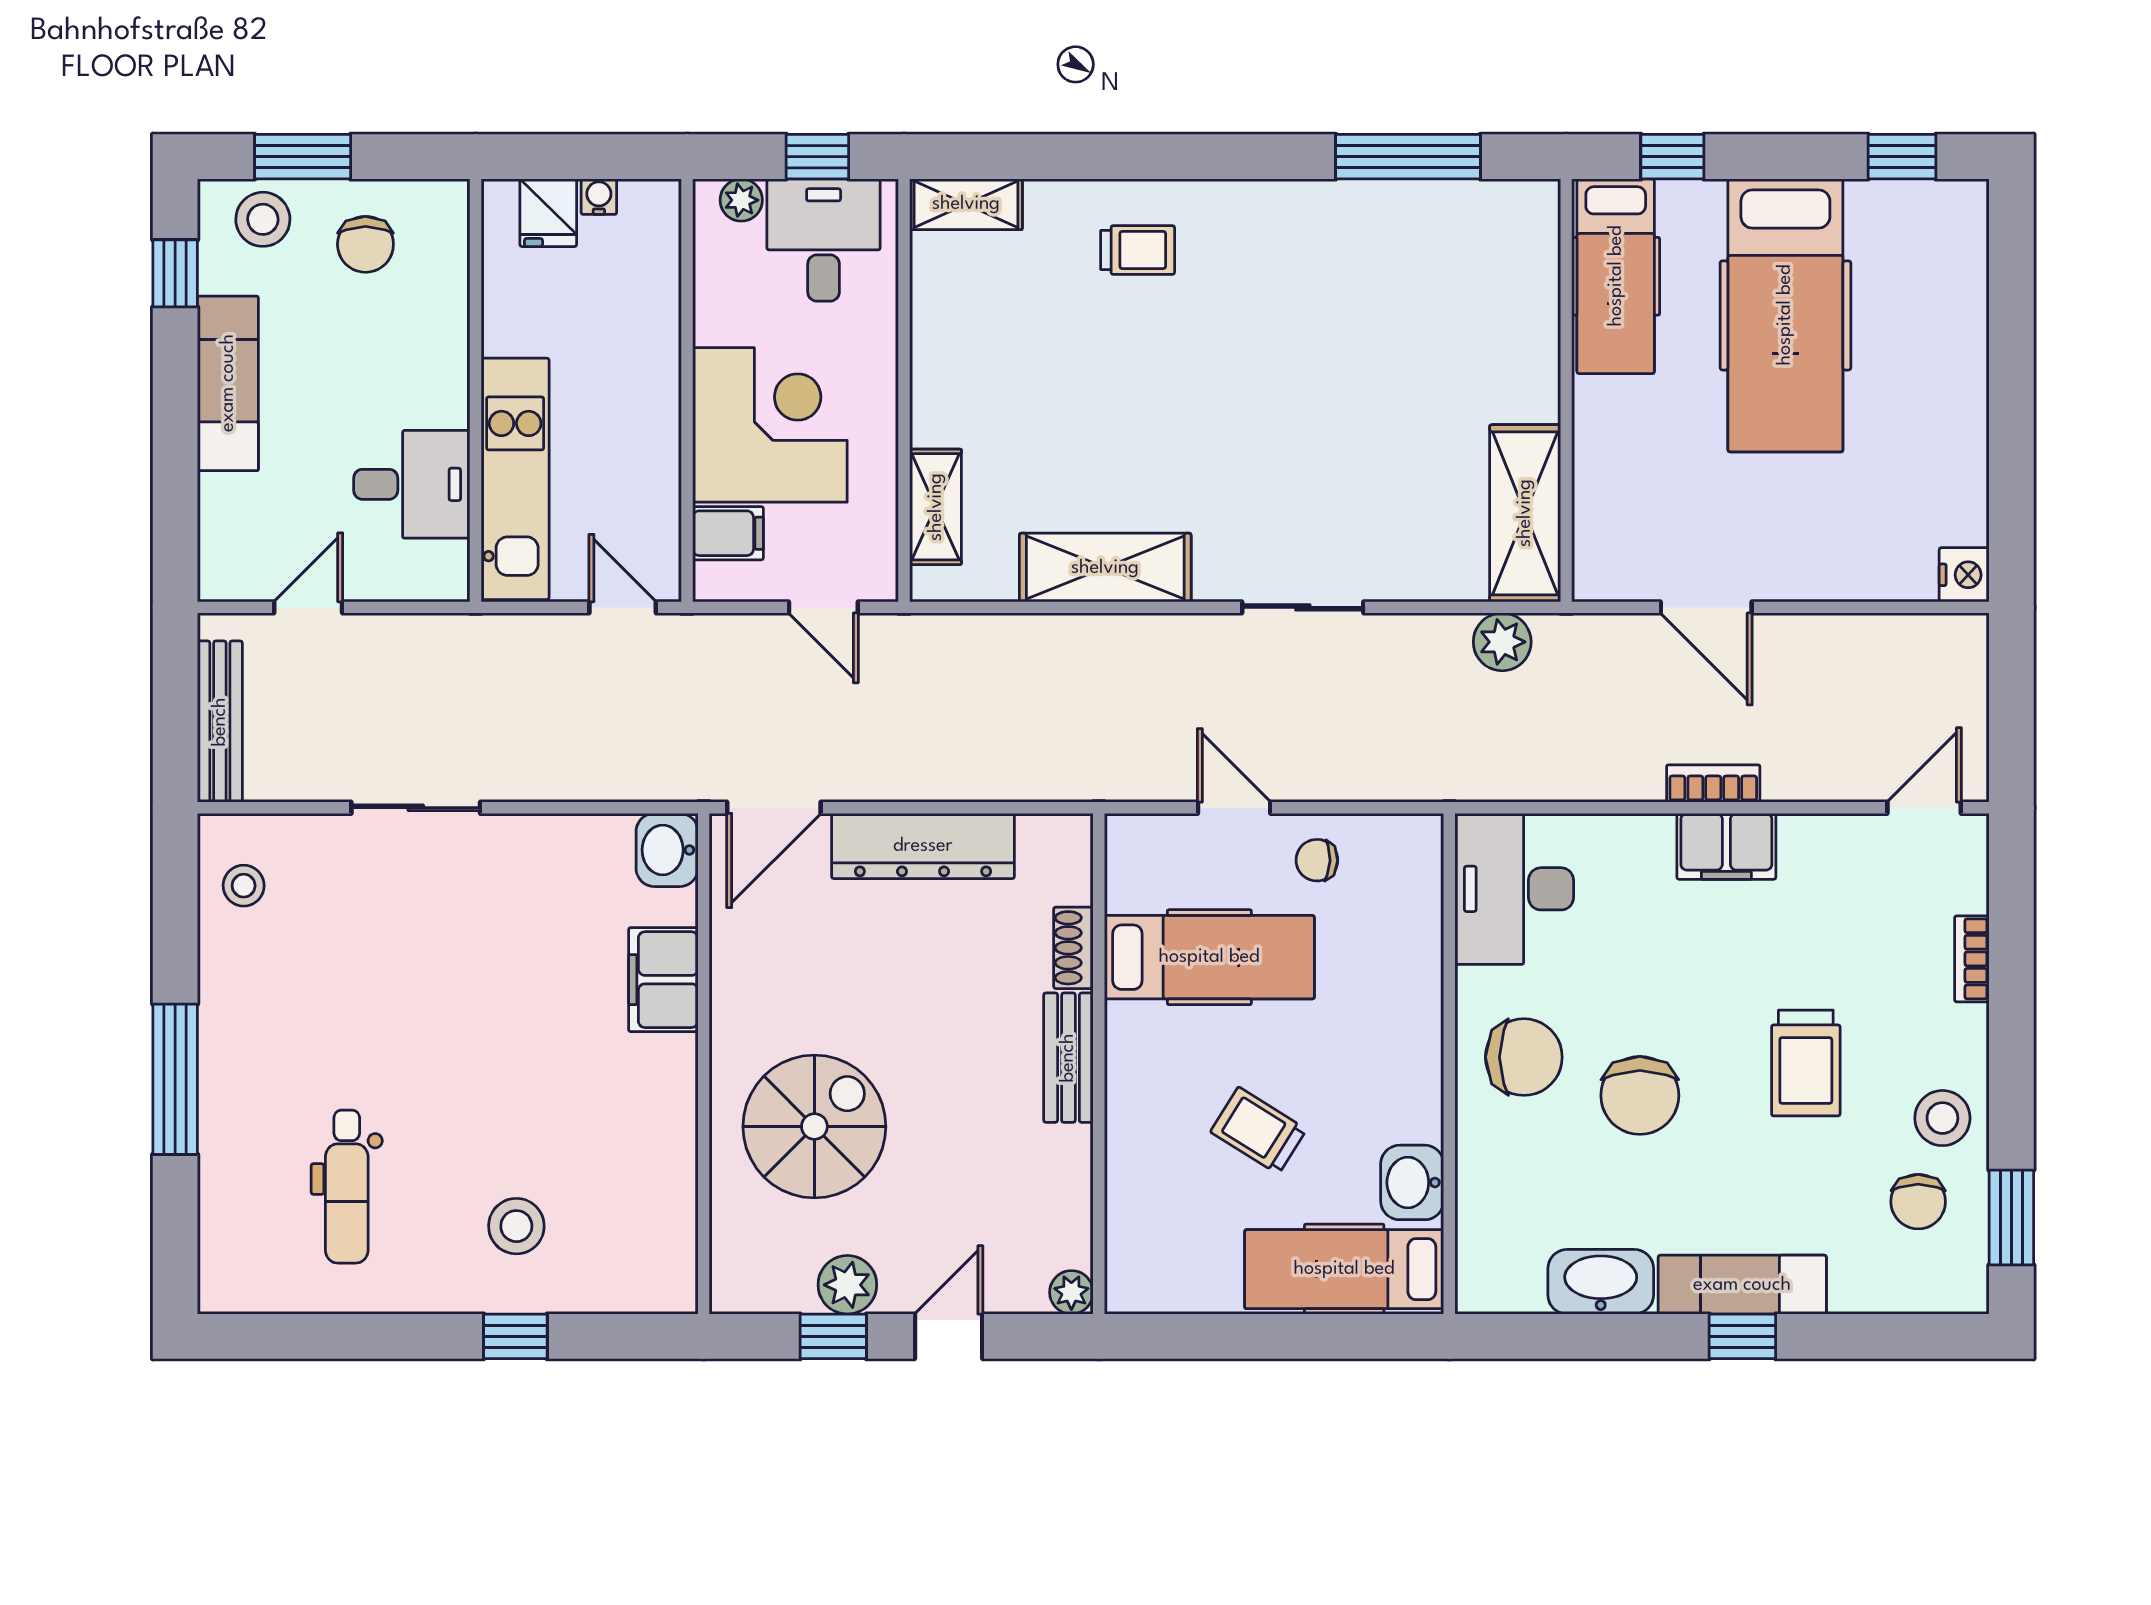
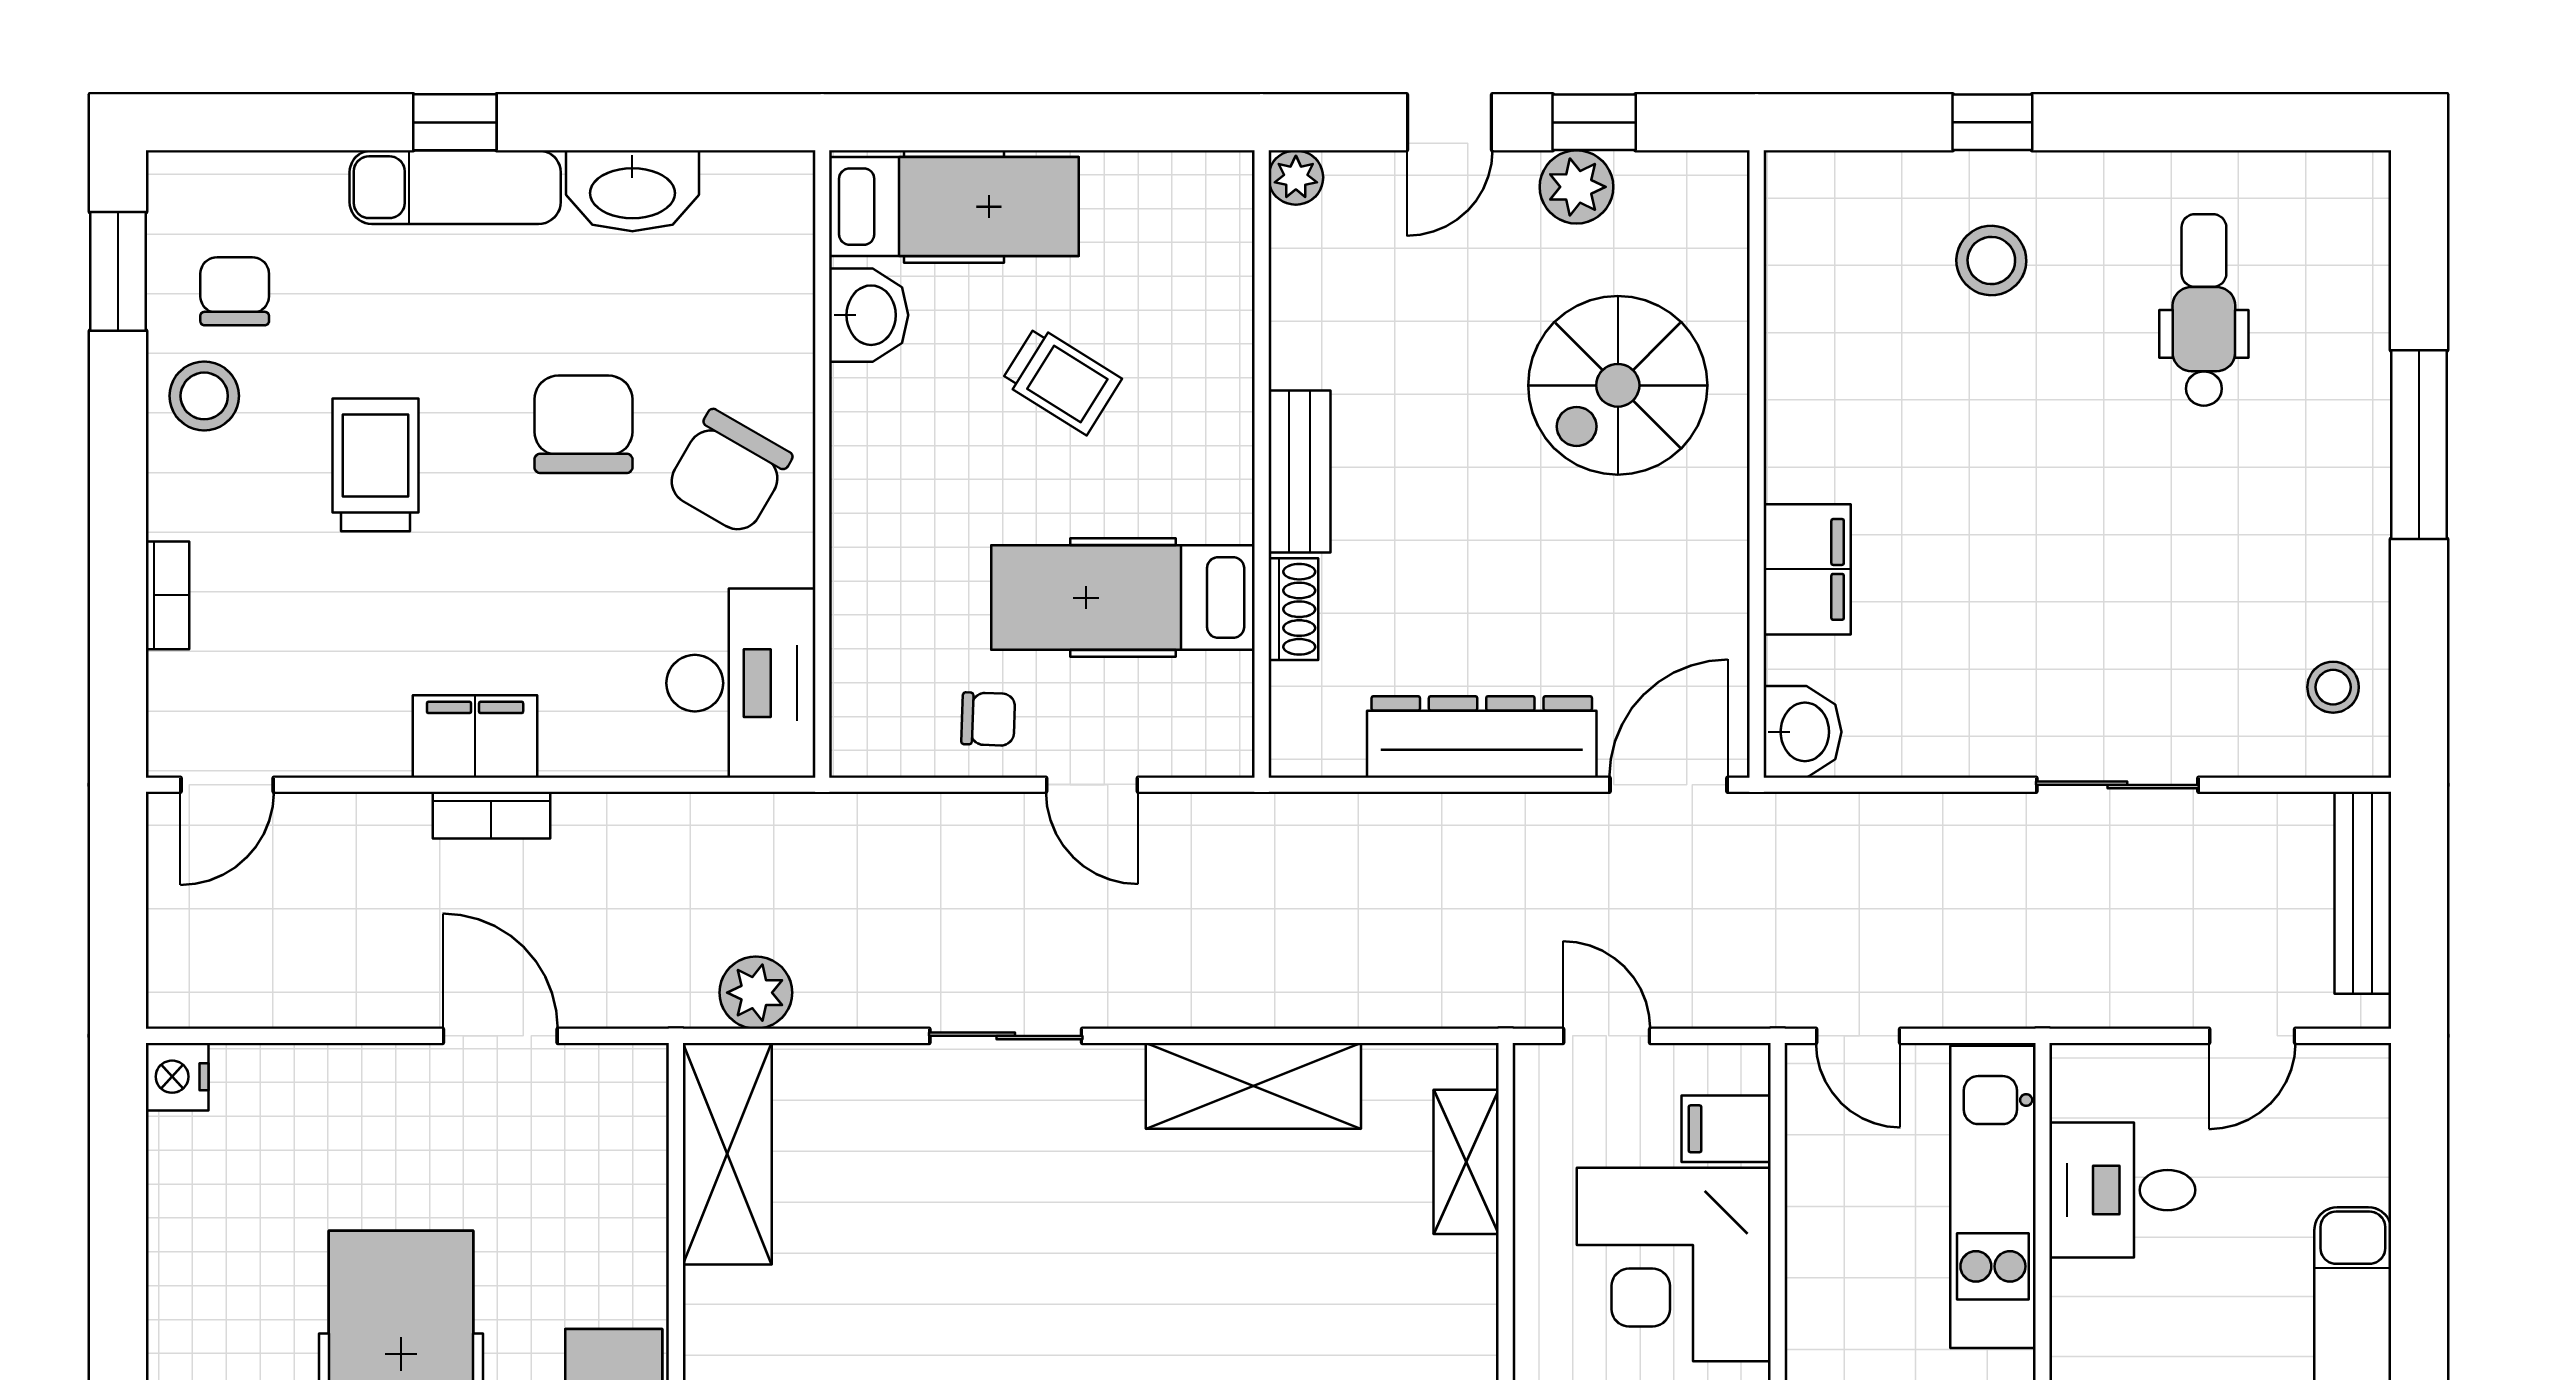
chair: (1524, 1057) -> (729, 472), turned -60

